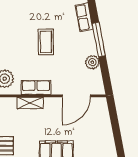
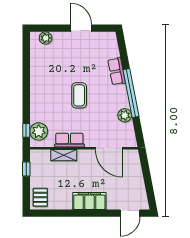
window: (99, 39) -> (131, 93), width x1.46
door: (76, 96) -> (109, 148), hinge flipped

